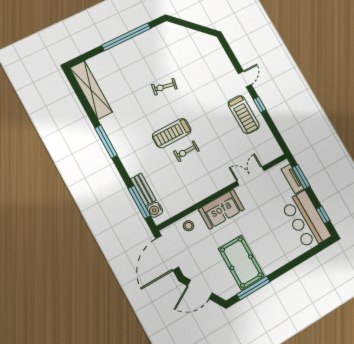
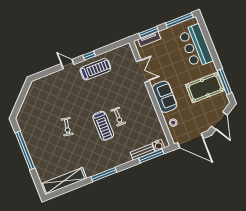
double door: (251, 176) -> (143, 71), swing flipped
window: (323, 215) -> (179, 20), width x2.17
bar counter: (306, 220) -> (196, 46), moved, turned 90

